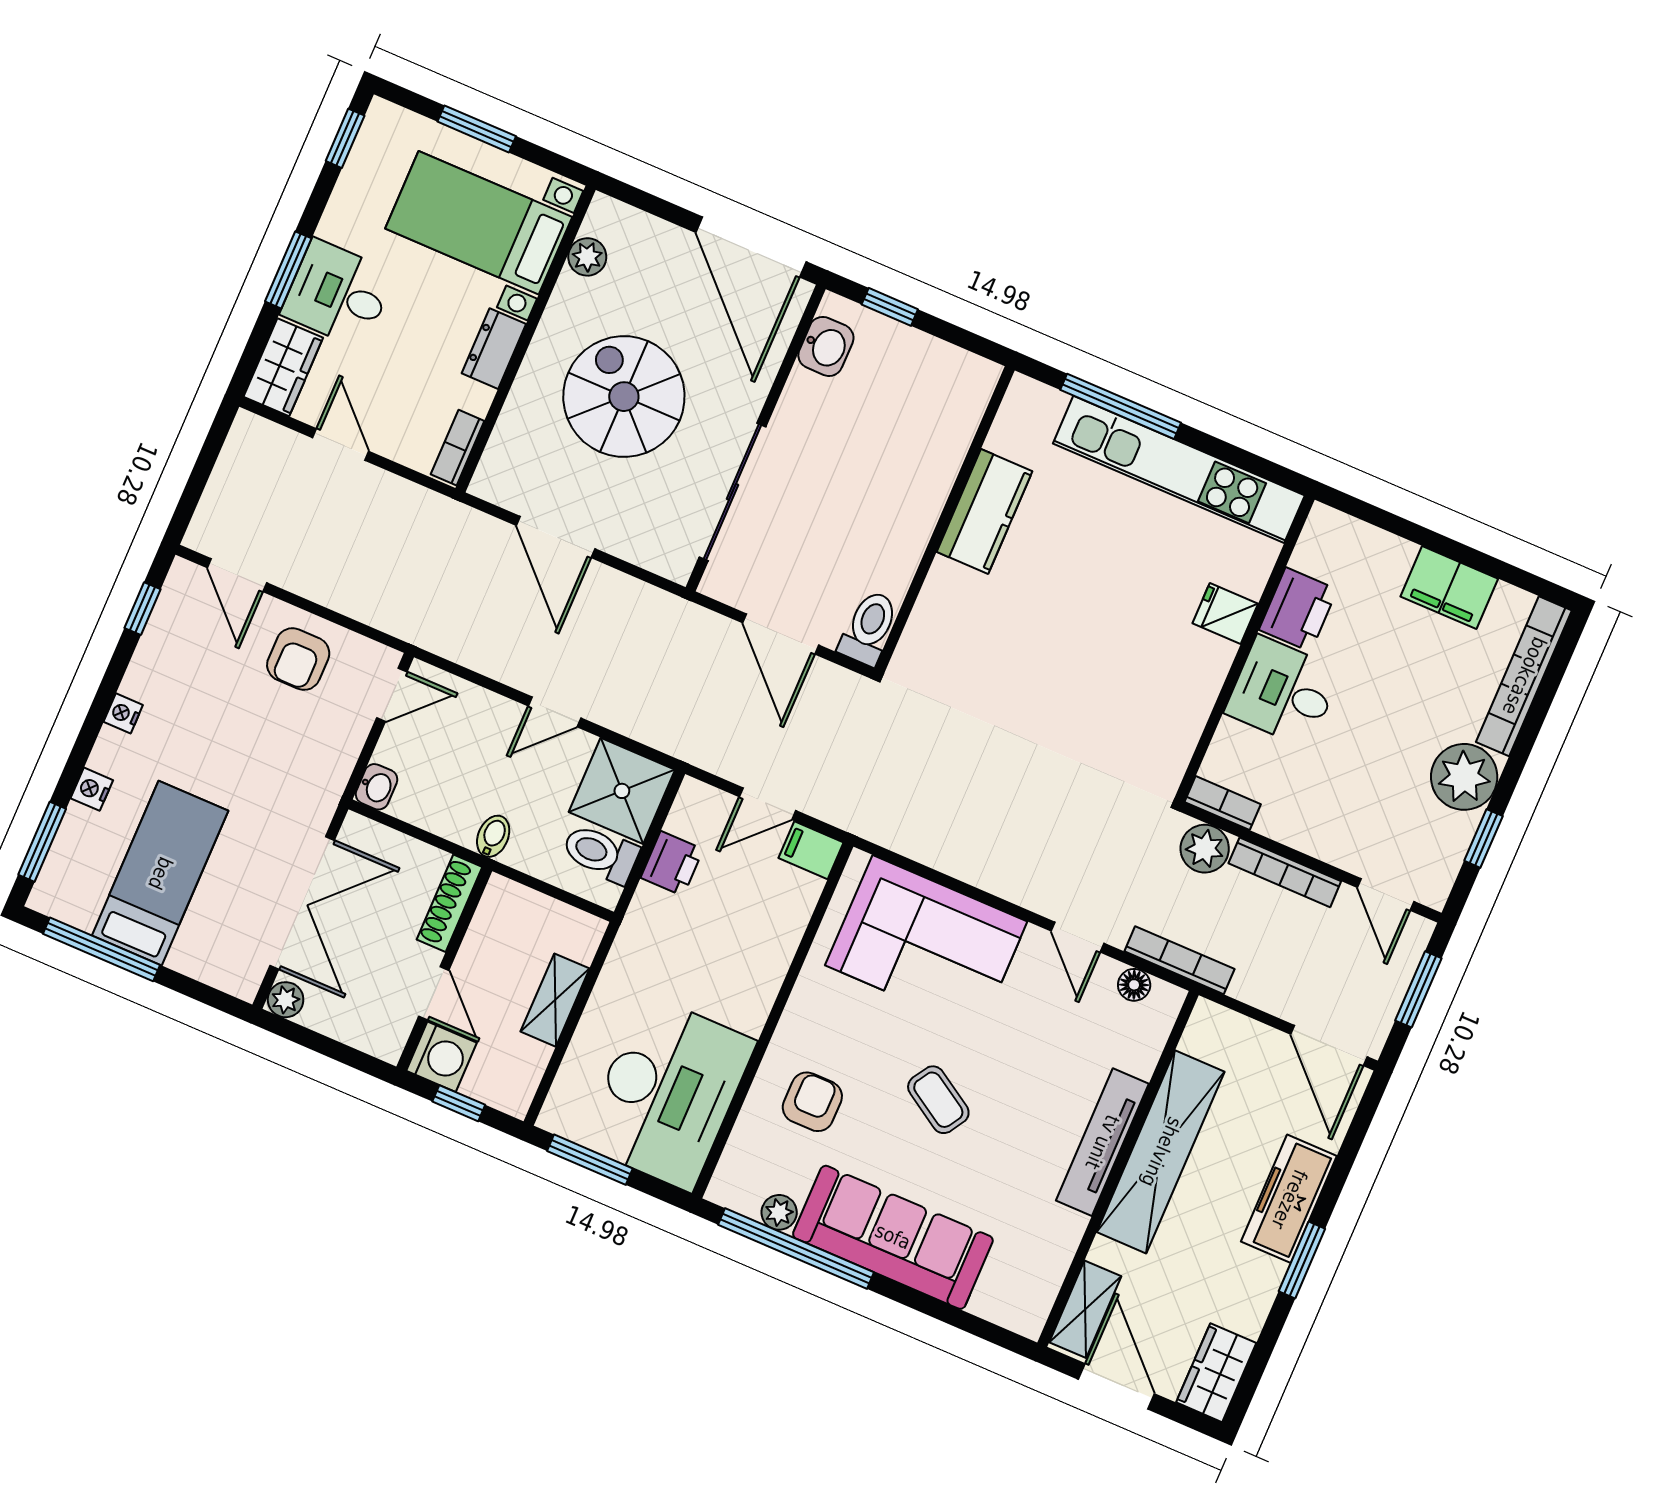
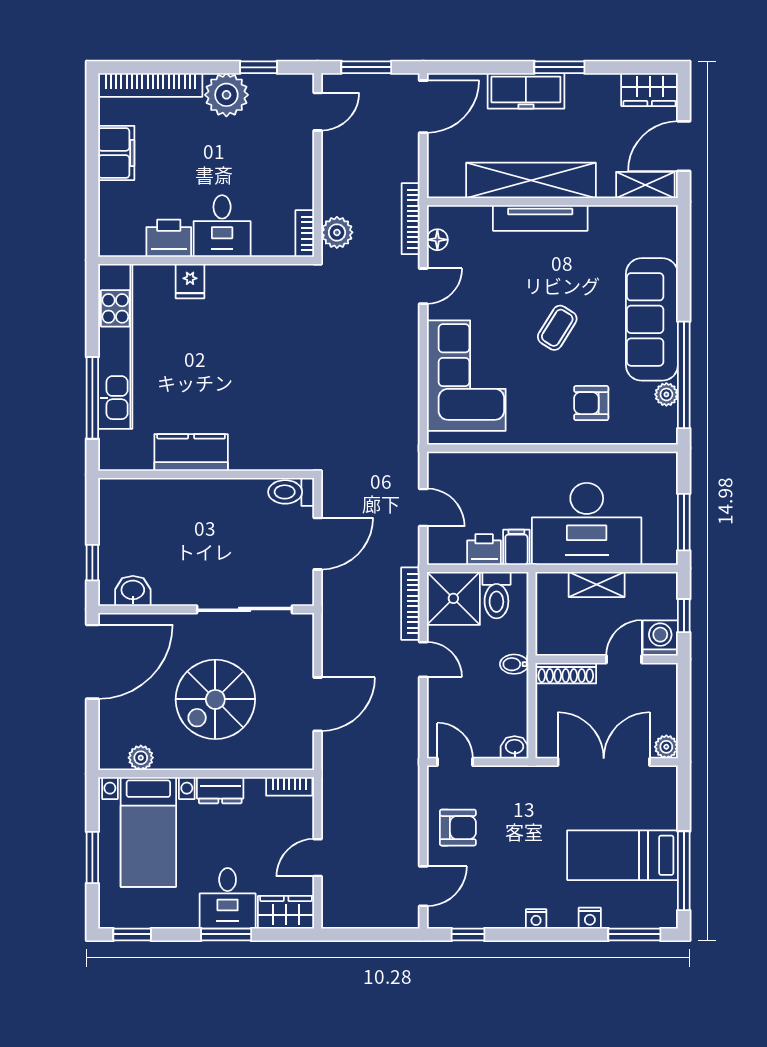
filing cabinet: (811, 850) -> (516, 547), moved, turned 180
bookcase: (1285, 872) -> (410, 604), moved, turned 180
desk: (668, 1093) -> (587, 524), moved, turned 180

